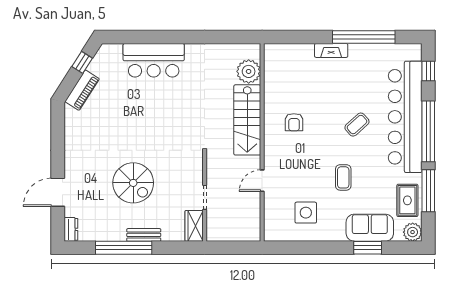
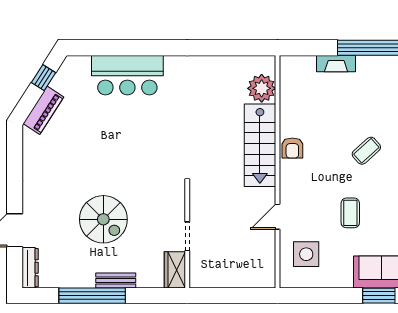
plant: (249, 71) -> (262, 88), moved
stairs: (247, 120) -> (260, 145), moved
wall: (262, 142) -> (277, 172), moved
door: (262, 181) -> (277, 217), moved
dresser: (71, 229) -> (30, 268), width x1.44

